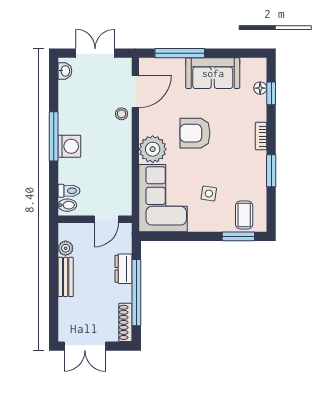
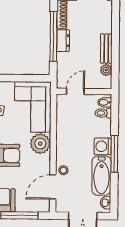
bathtub: (71, 107) -> (101, 176), added
dresser: (123, 269) -> (63, 41), moved

